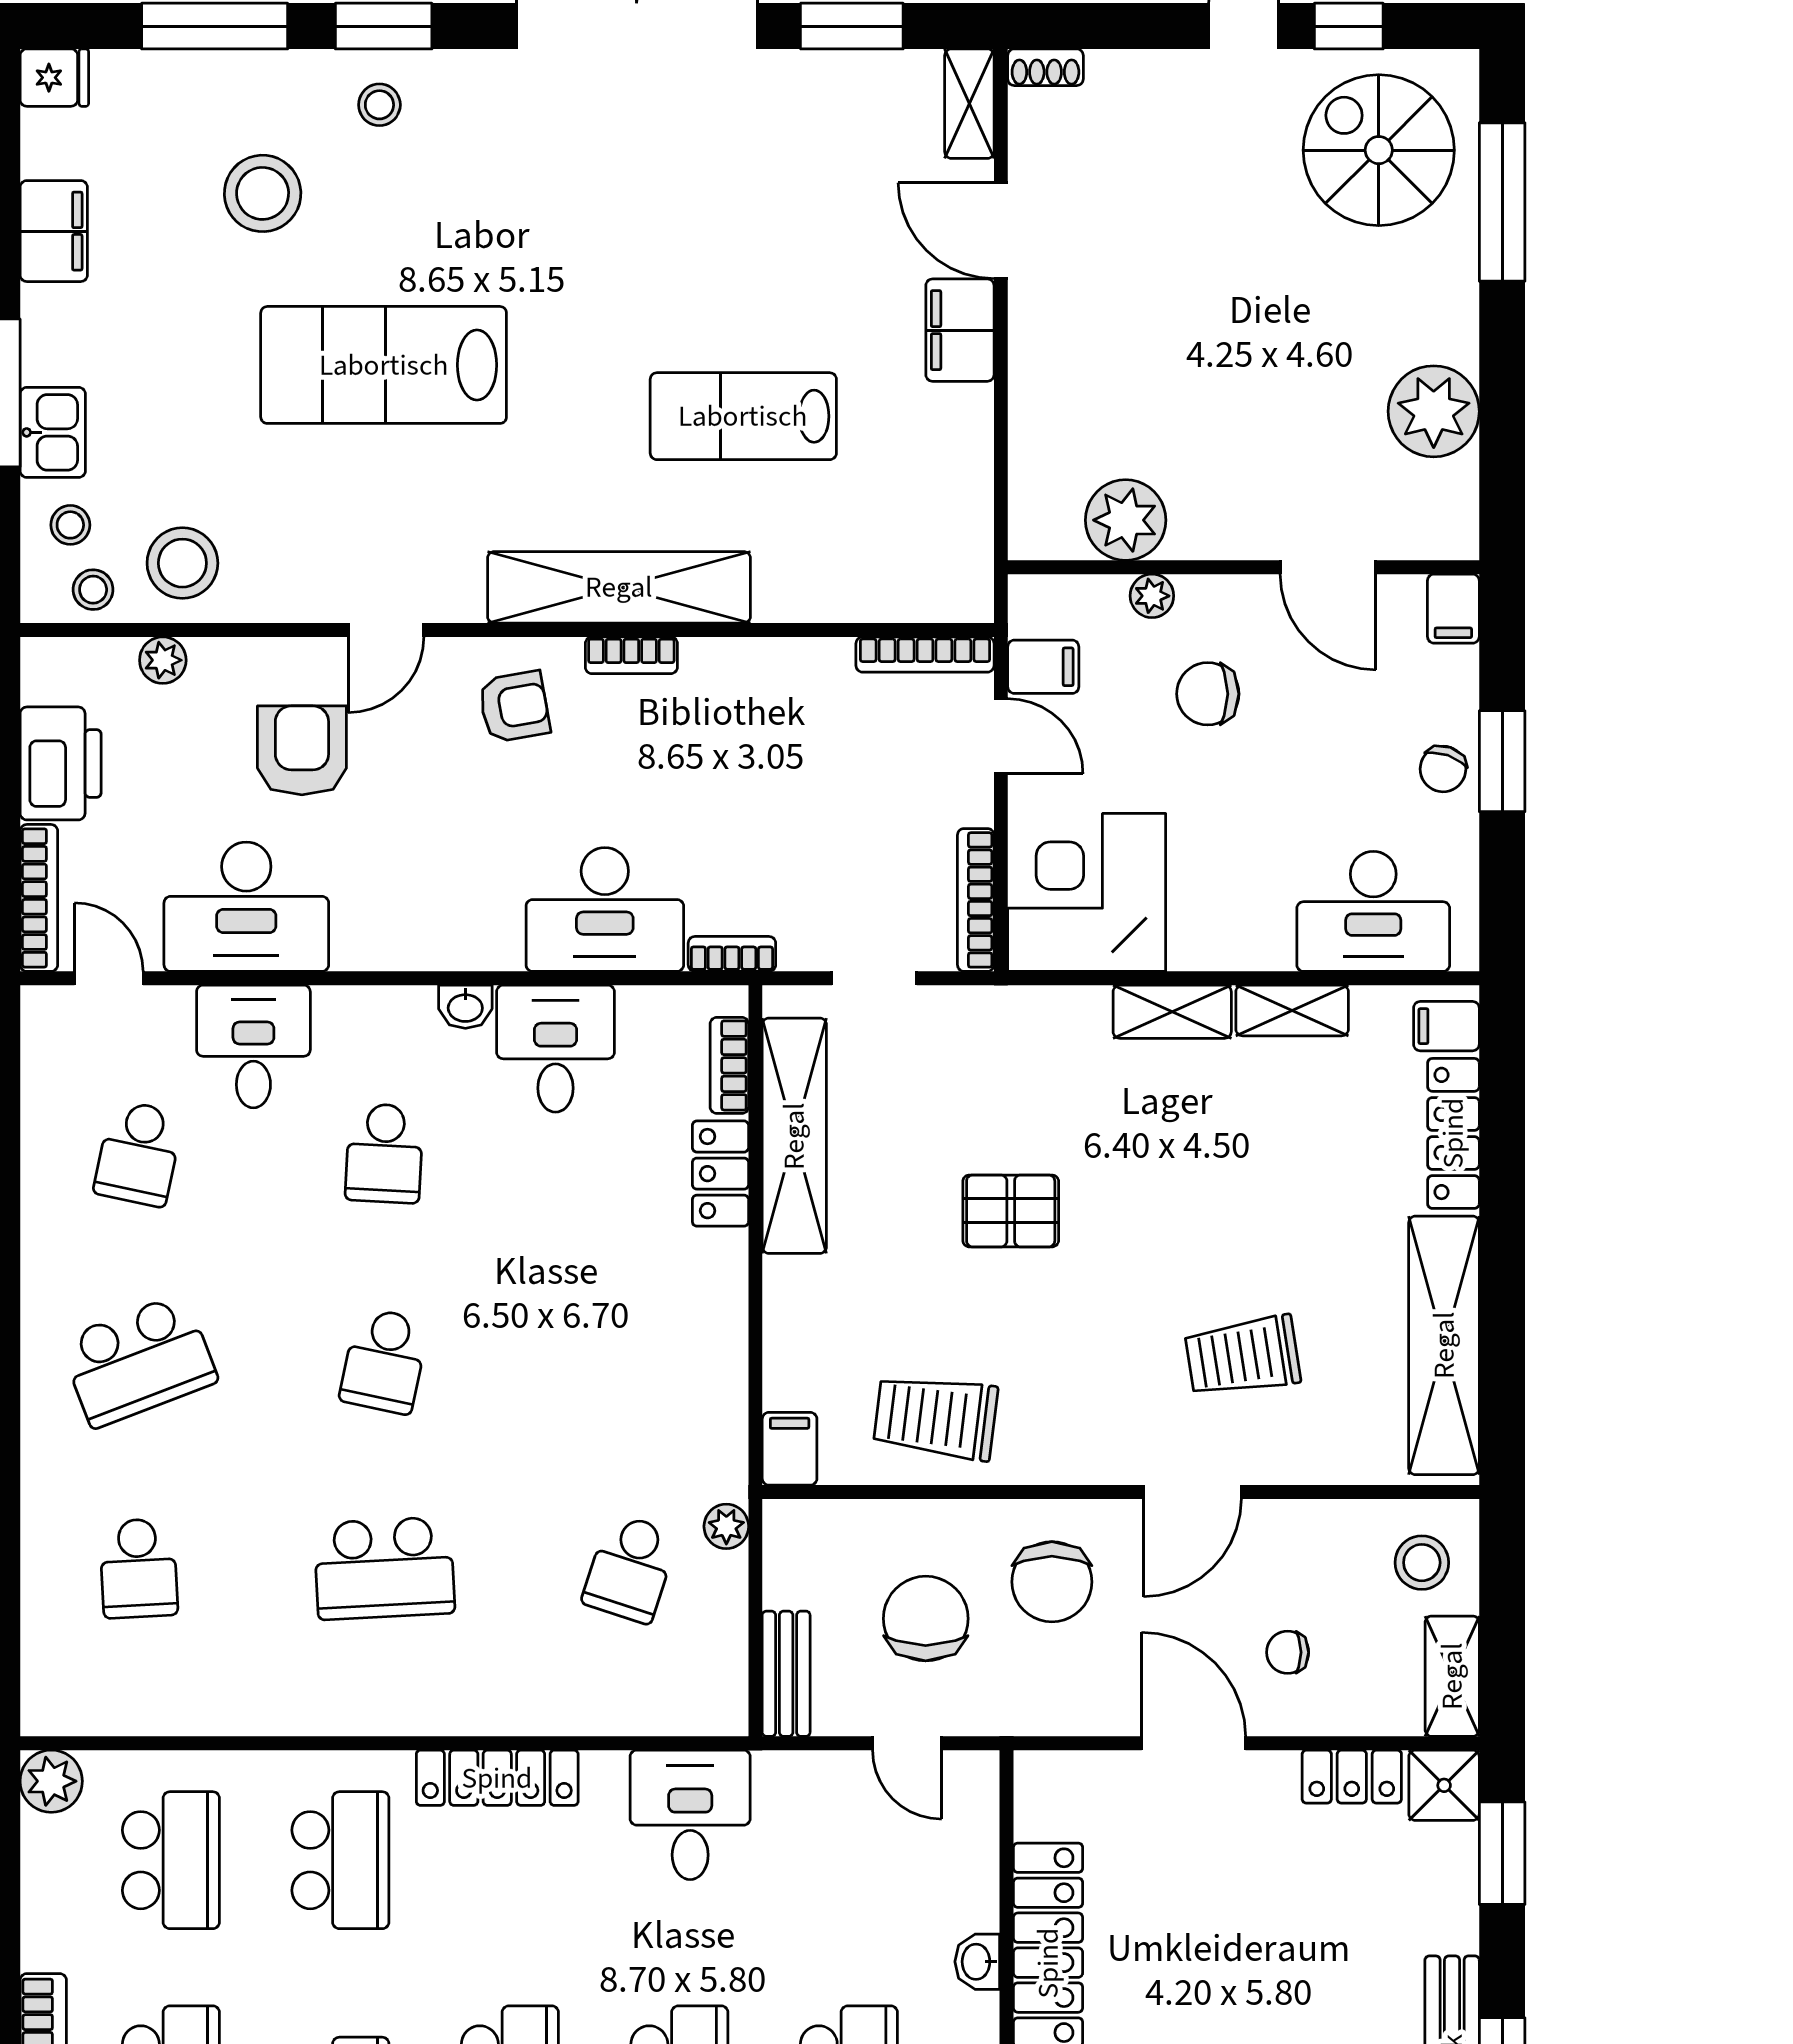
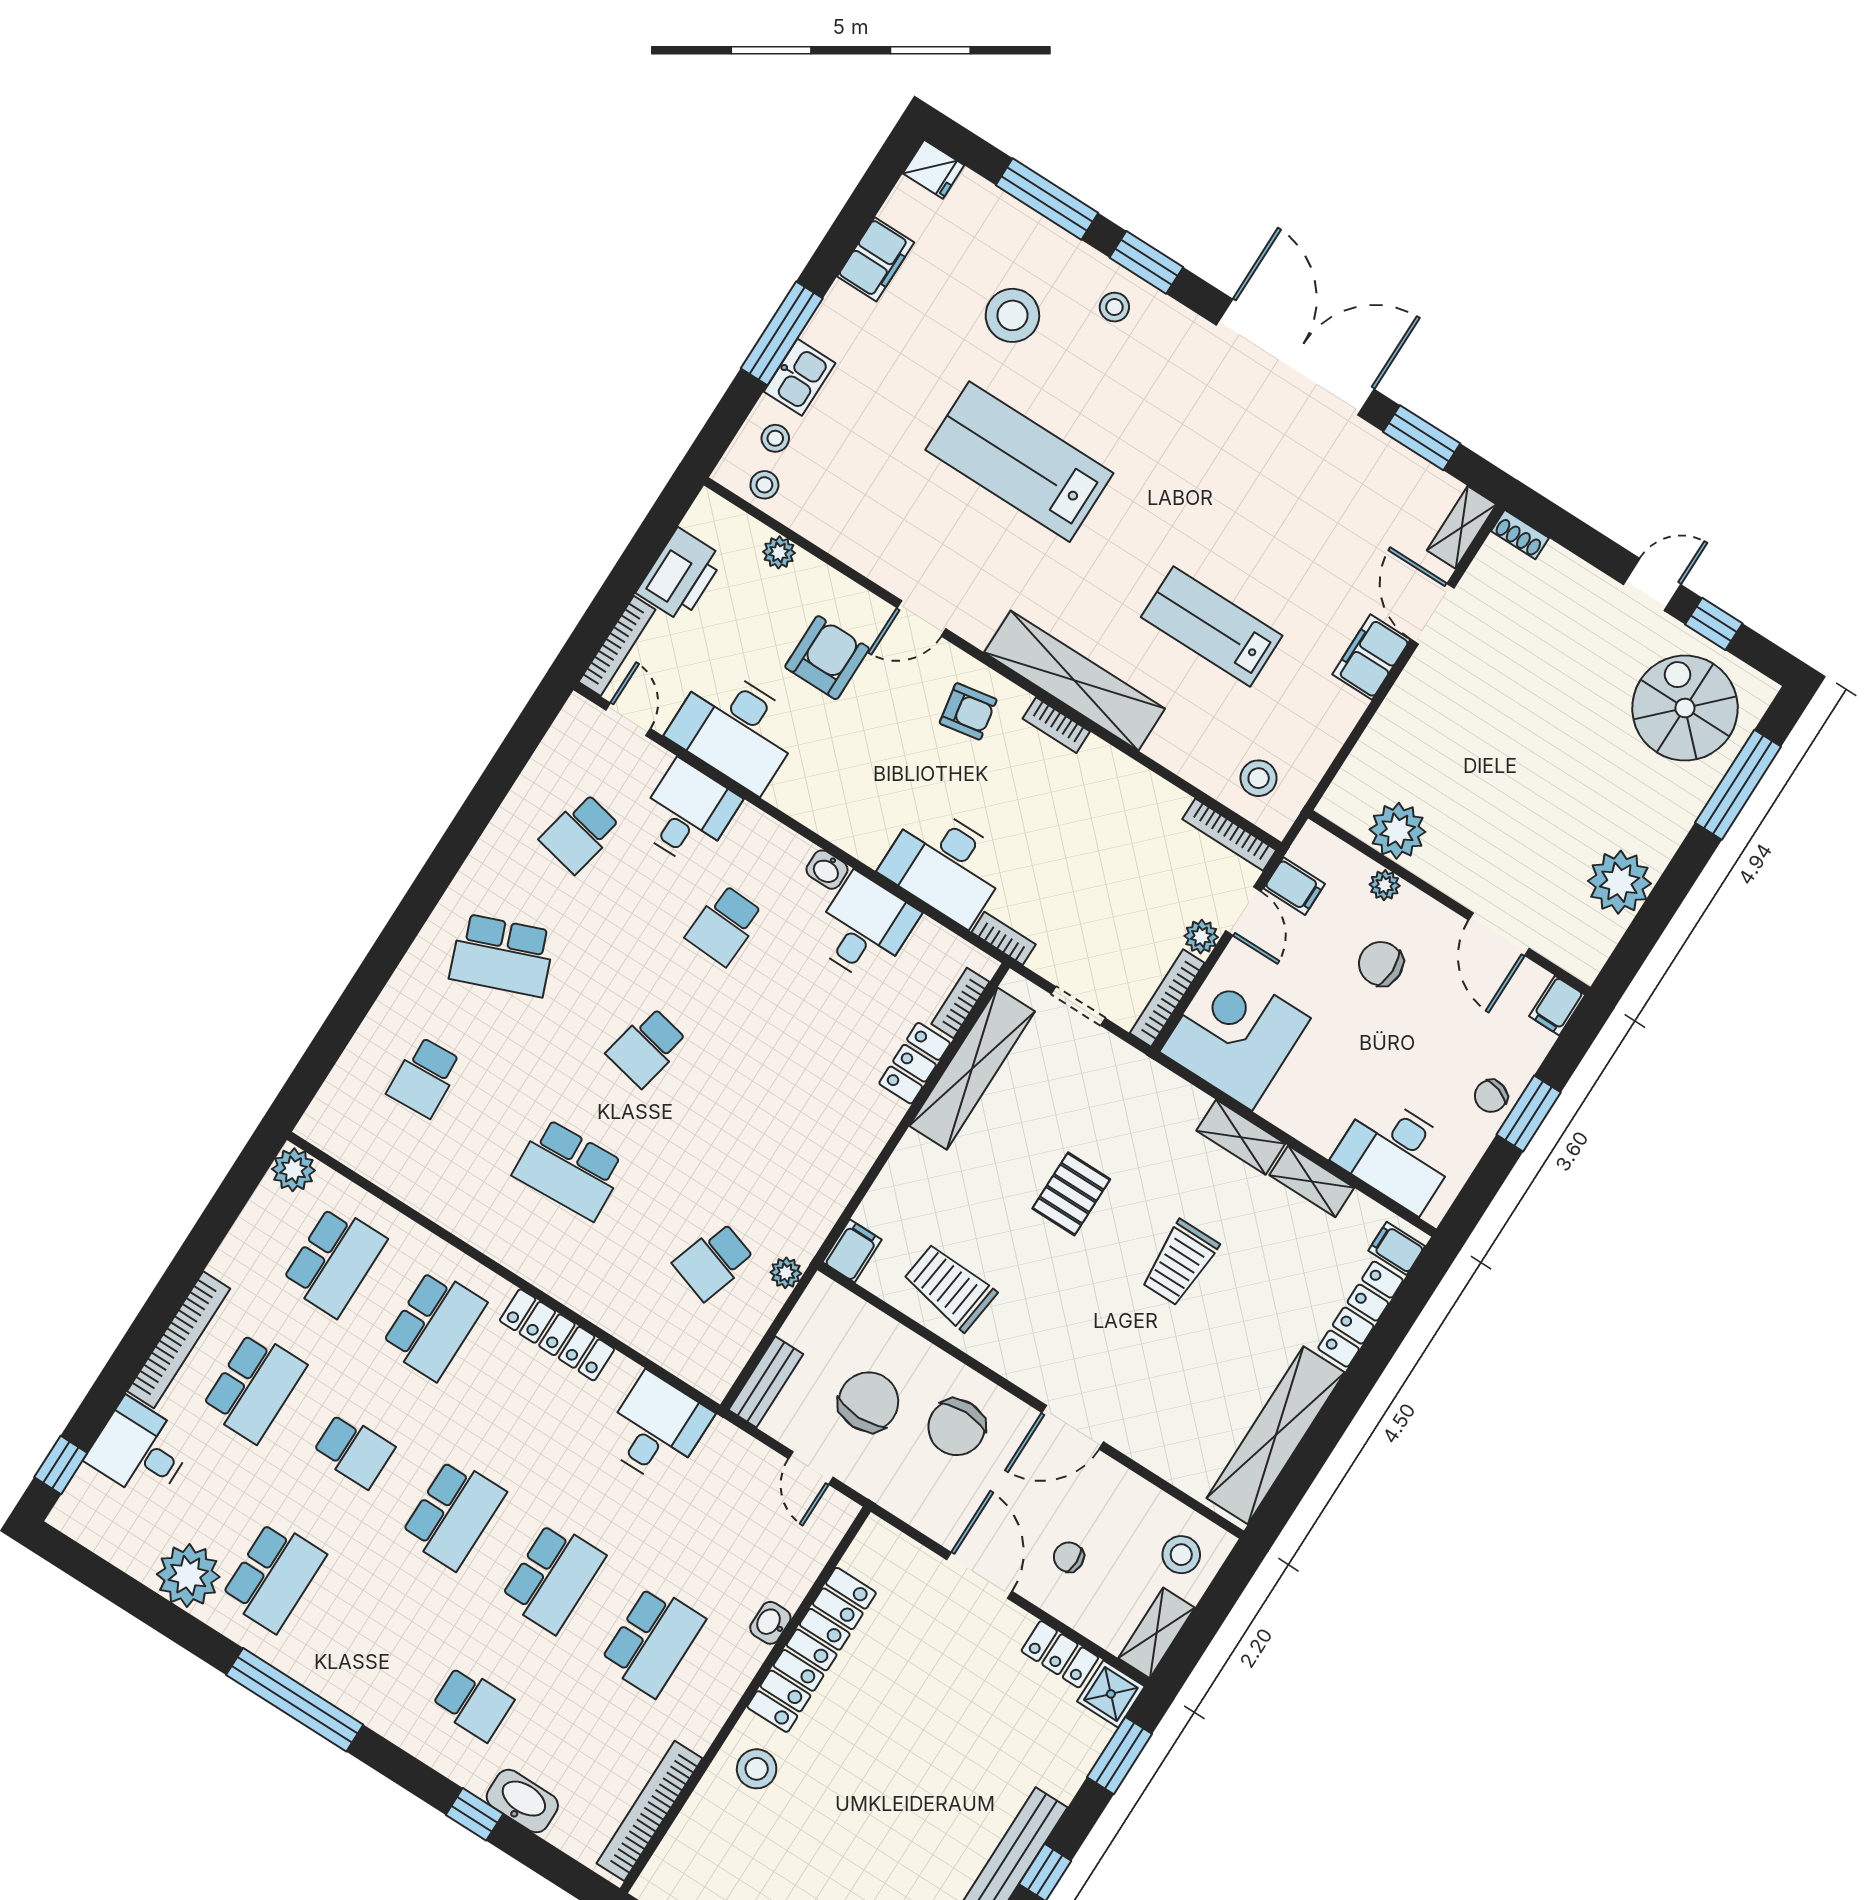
stool: (182, 563) -> (1259, 778), moved, width x0.73, depth x0.73
plant: (970, 800) -> (1201, 937), added
pallet: (1011, 1211) -> (1071, 1194), turned 90
trolley: (1243, 1356) -> (1180, 1263), moved, turned -81

